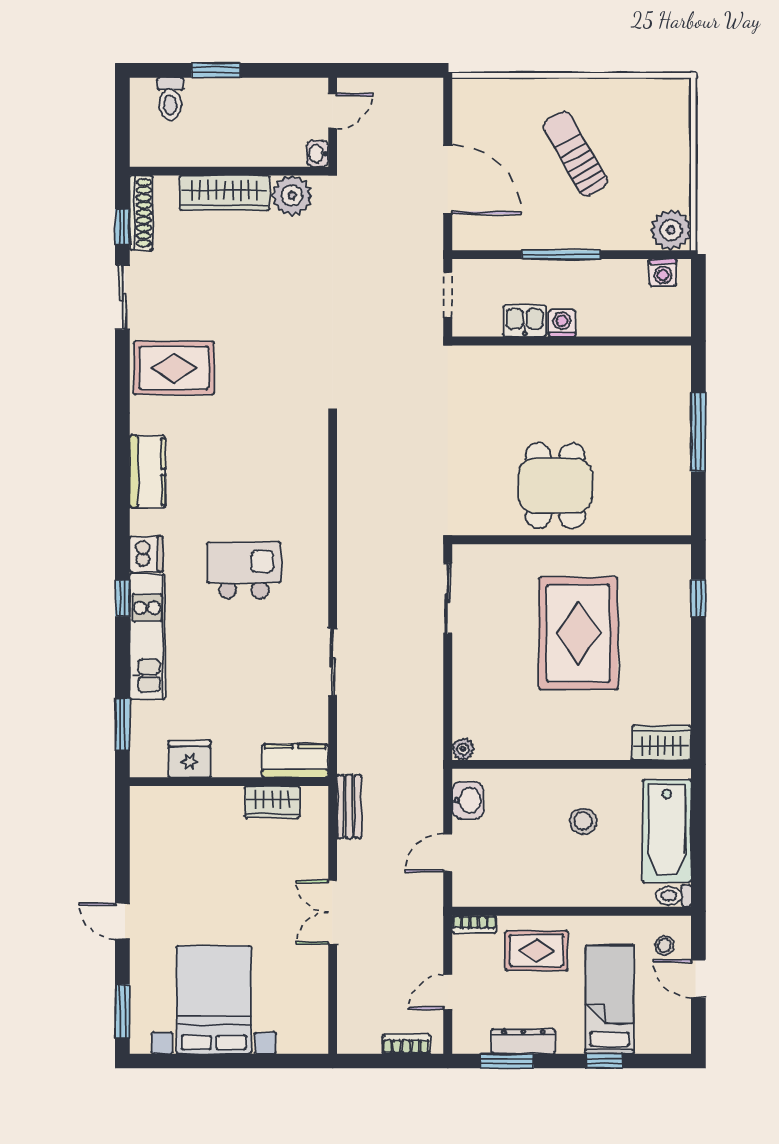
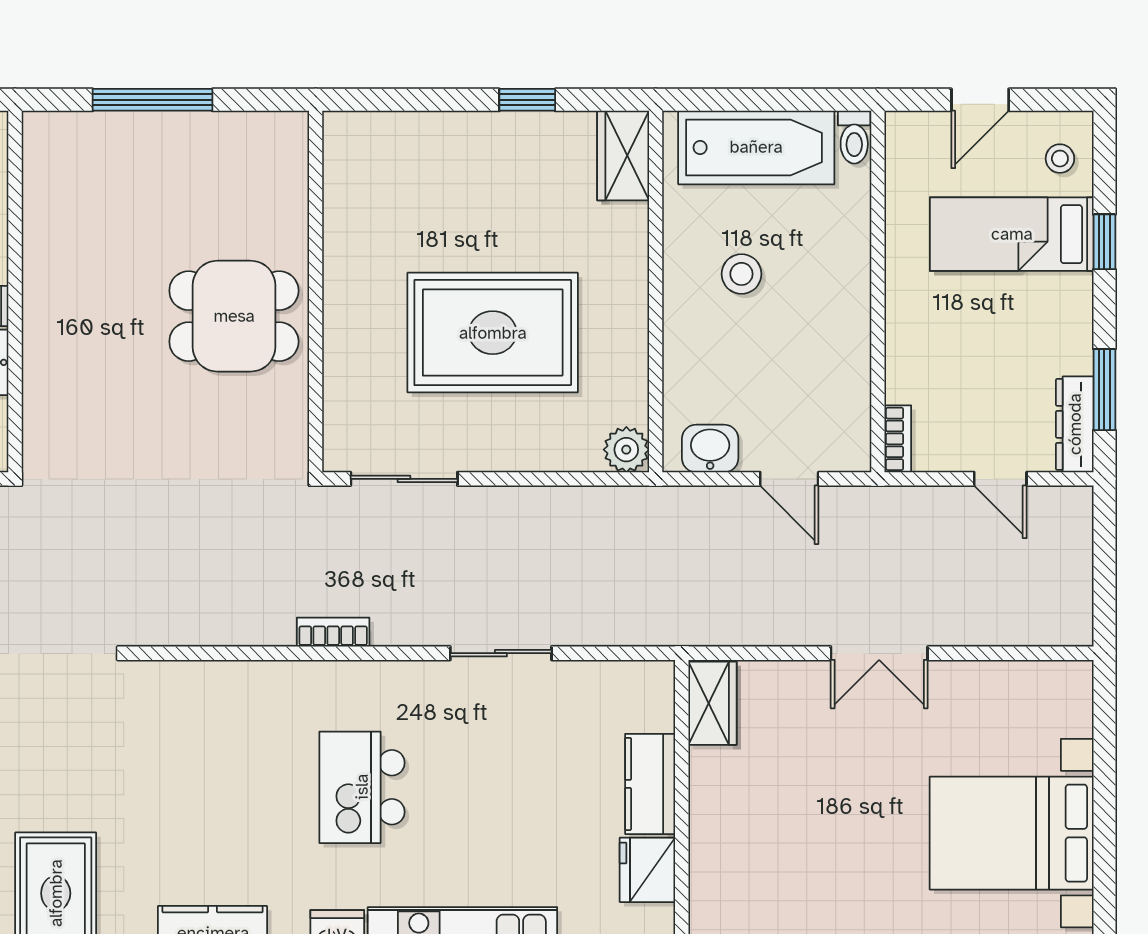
window: (698, 598) -> (527, 100), moved
rug: (578, 633) -> (493, 333), moved
plant: (463, 749) -> (626, 450), width x1.38, depth x1.38
kitchen counter: (295, 761) -> (650, 784), moved
wardrobe: (272, 802) -> (712, 703), moved
bench: (349, 807) -> (720, 628), removed
stool: (664, 945) -> (1060, 159), moved
rug: (537, 950) -> (937, 345), removed
dresser: (523, 1041) -> (1075, 424), moved
bookcase: (406, 1044) -> (333, 632), moved, turned 90

